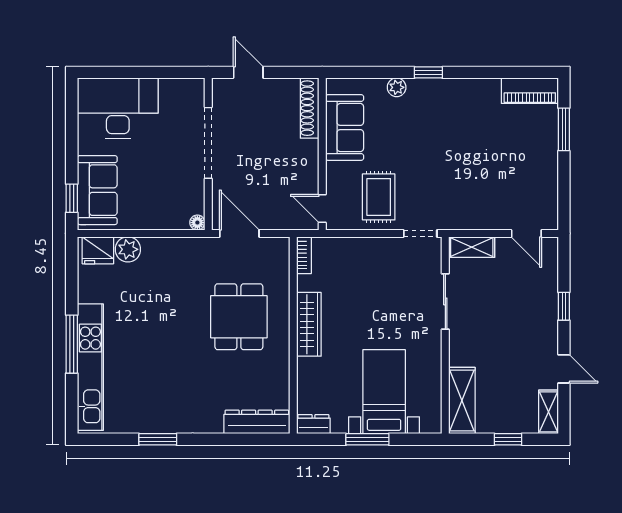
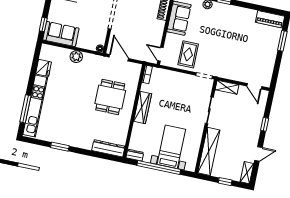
sofa: (97, 190) -> (61, 34), moved, turned -90
plant: (128, 249) -> (76, 57), moved
fridge: (98, 250) -> (43, 68), moved, turned -90
window: (72, 344) -> (25, 109), moved
door: (564, 369) -> (258, 154), hinge flipped
shelving: (462, 401) -> (209, 151), width x1.47
window: (367, 439) -> (159, 168), width x2.11

